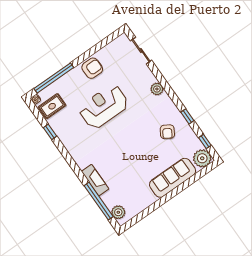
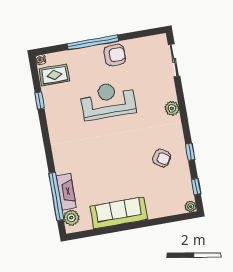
window: (54, 78) -> (93, 42), moved
armchair: (167, 132) -> (162, 158), turned -88
plant: (202, 158) -> (191, 207), width x0.53, depth x0.53
sofa: (173, 178) -> (119, 213), moved
fireplace: (95, 180) -> (66, 192), moved

